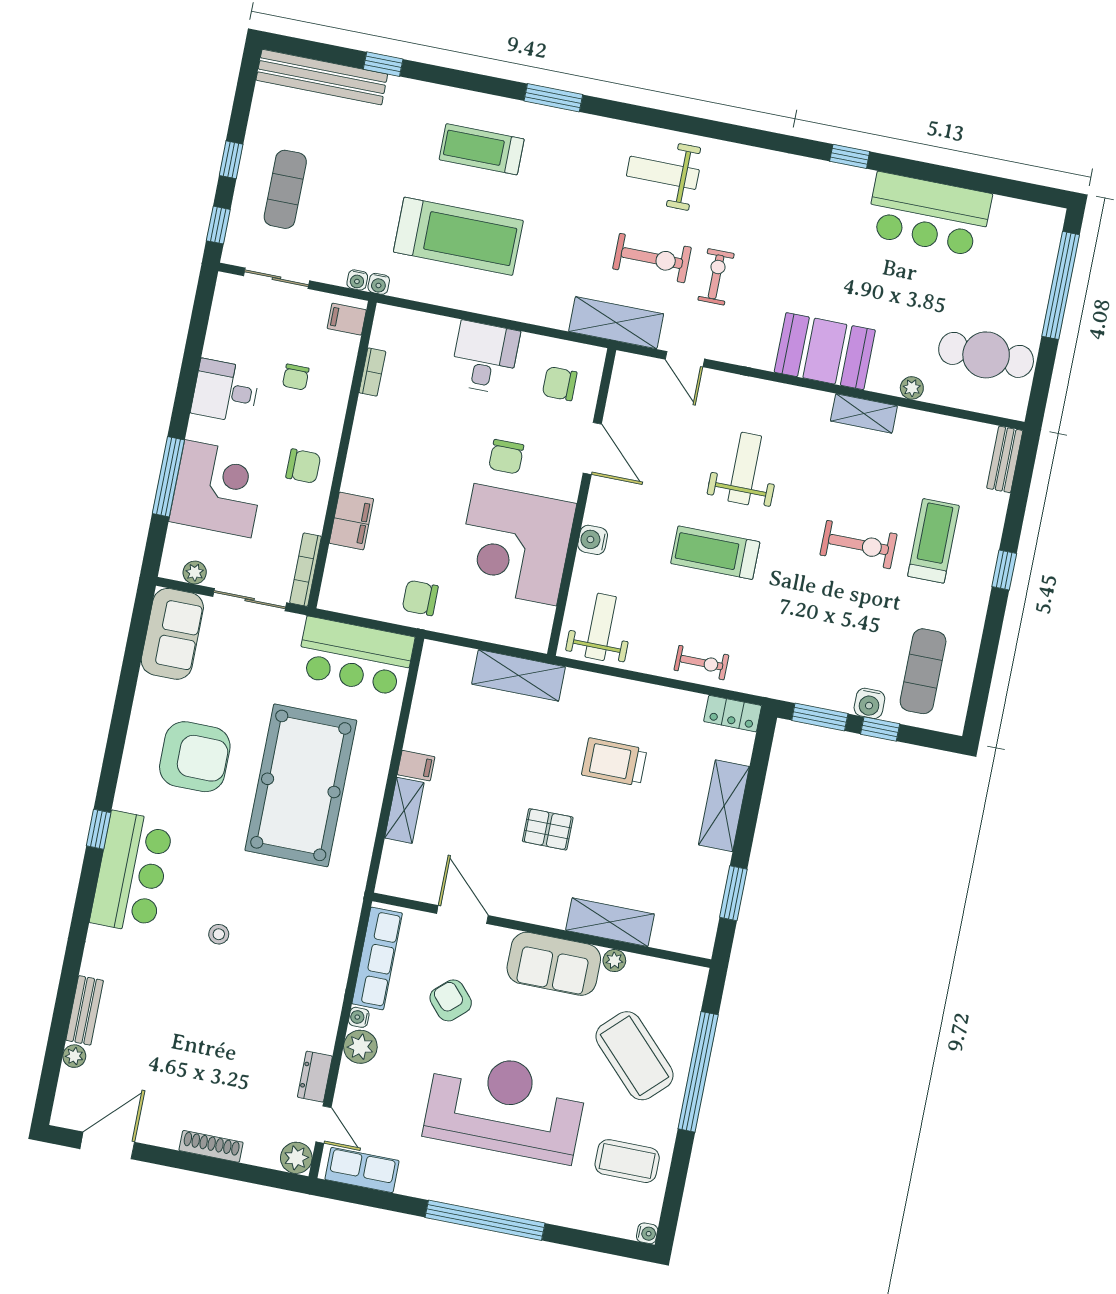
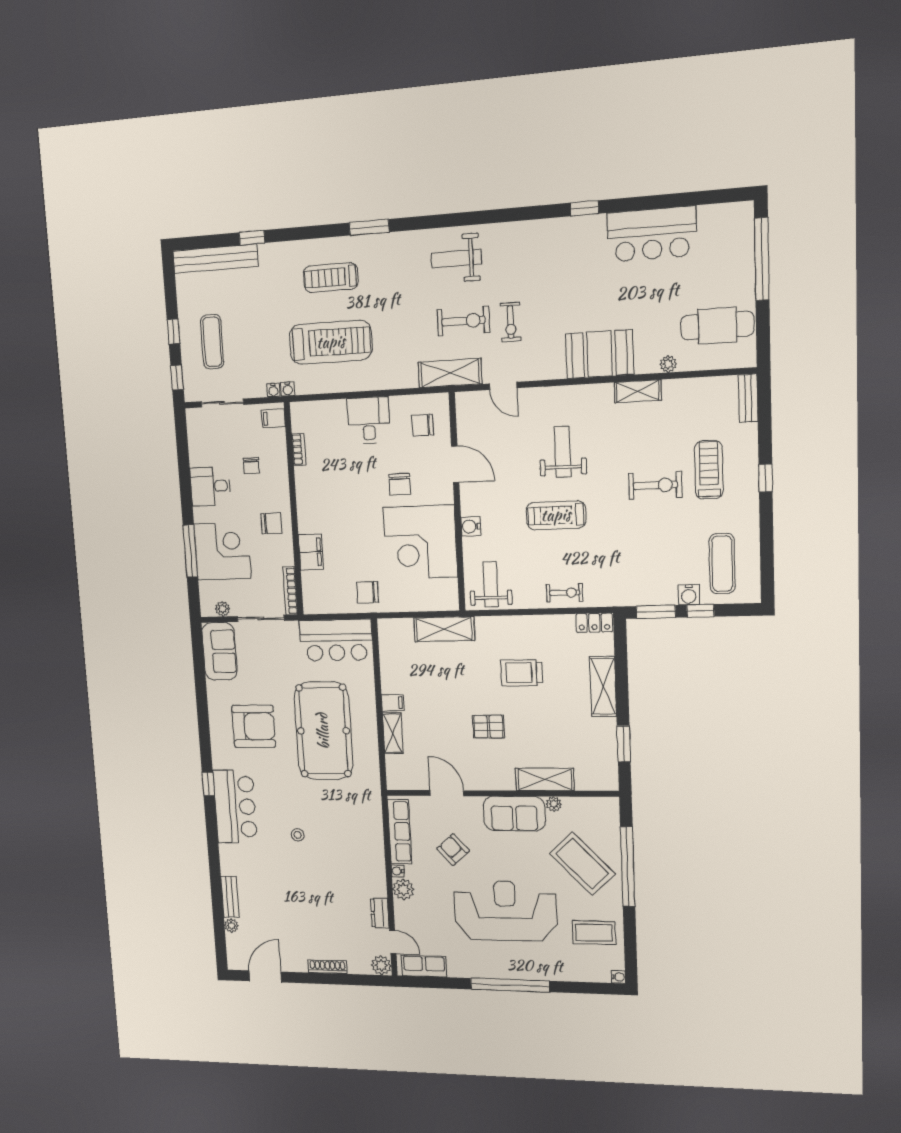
exercise bike: (716, 277) -> (511, 322), turned 180

